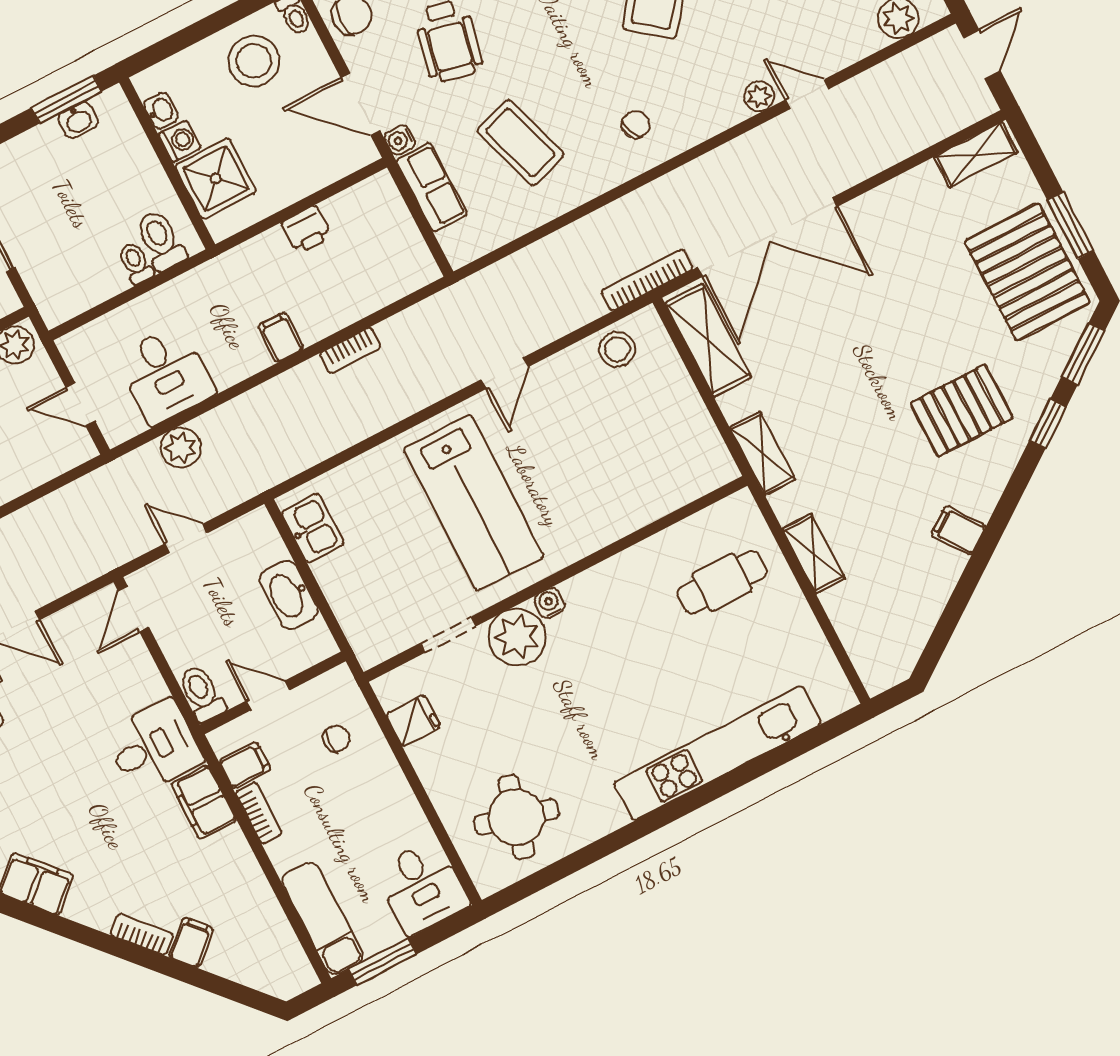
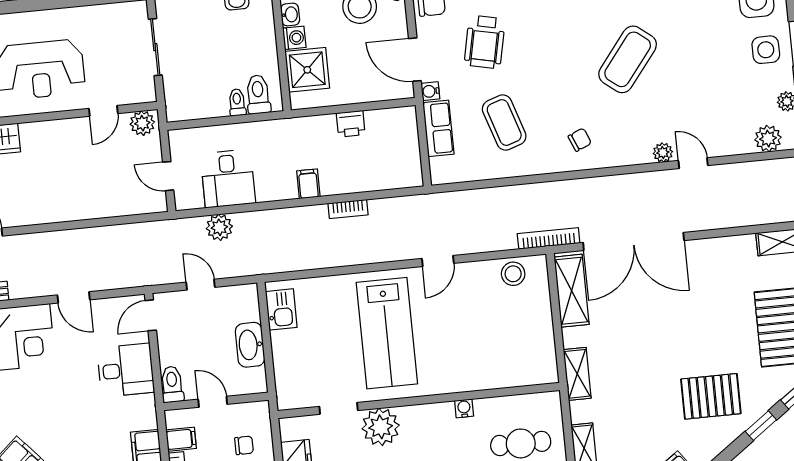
water cooler: (549, 603) -> (464, 408), moved
desk: (154, 747) -> (126, 370), moved

